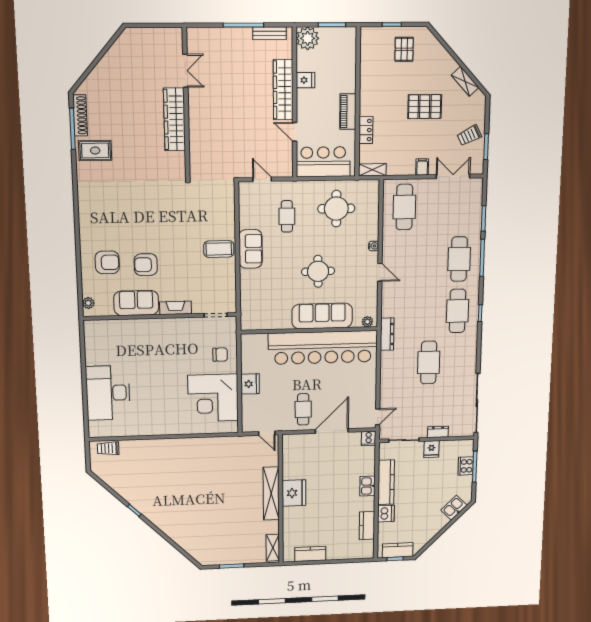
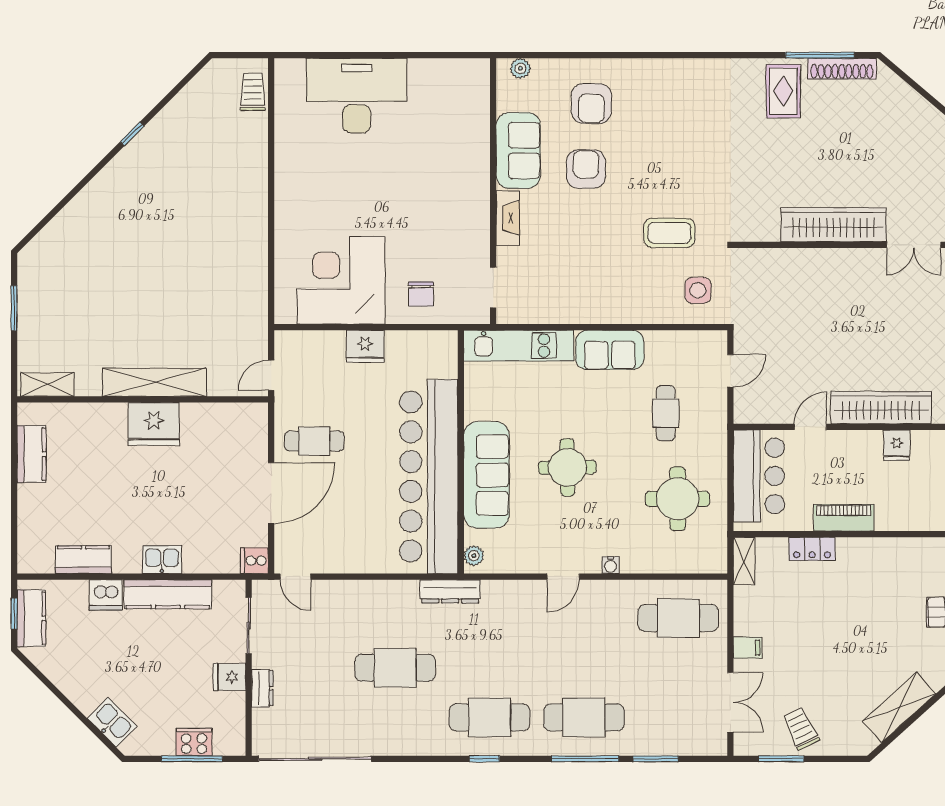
shelving: (465, 81) -> (899, 707), width x1.50, depth x1.33
pallet: (425, 107) -> (851, 650), removed
side table: (215, 199) -> (698, 290), added
cafe table: (287, 216) -> (666, 413), turned 90
coffee table: (219, 249) -> (669, 233), moved, turned 90
kitchen unit: (249, 300) -> (519, 346), added
door: (332, 431) -> (271, 493), hinge flipped

